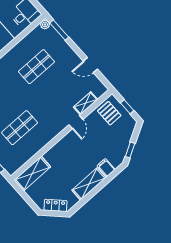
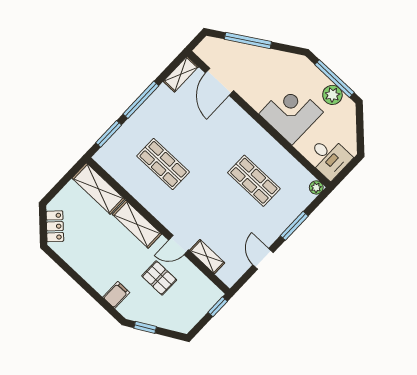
window: (59, 30) -> (294, 226), moved
window: (127, 107) -> (218, 307), moved
pallet: (109, 113) -> (159, 278), moved, turned 90
shelving: (89, 184) -> (137, 224), moved

